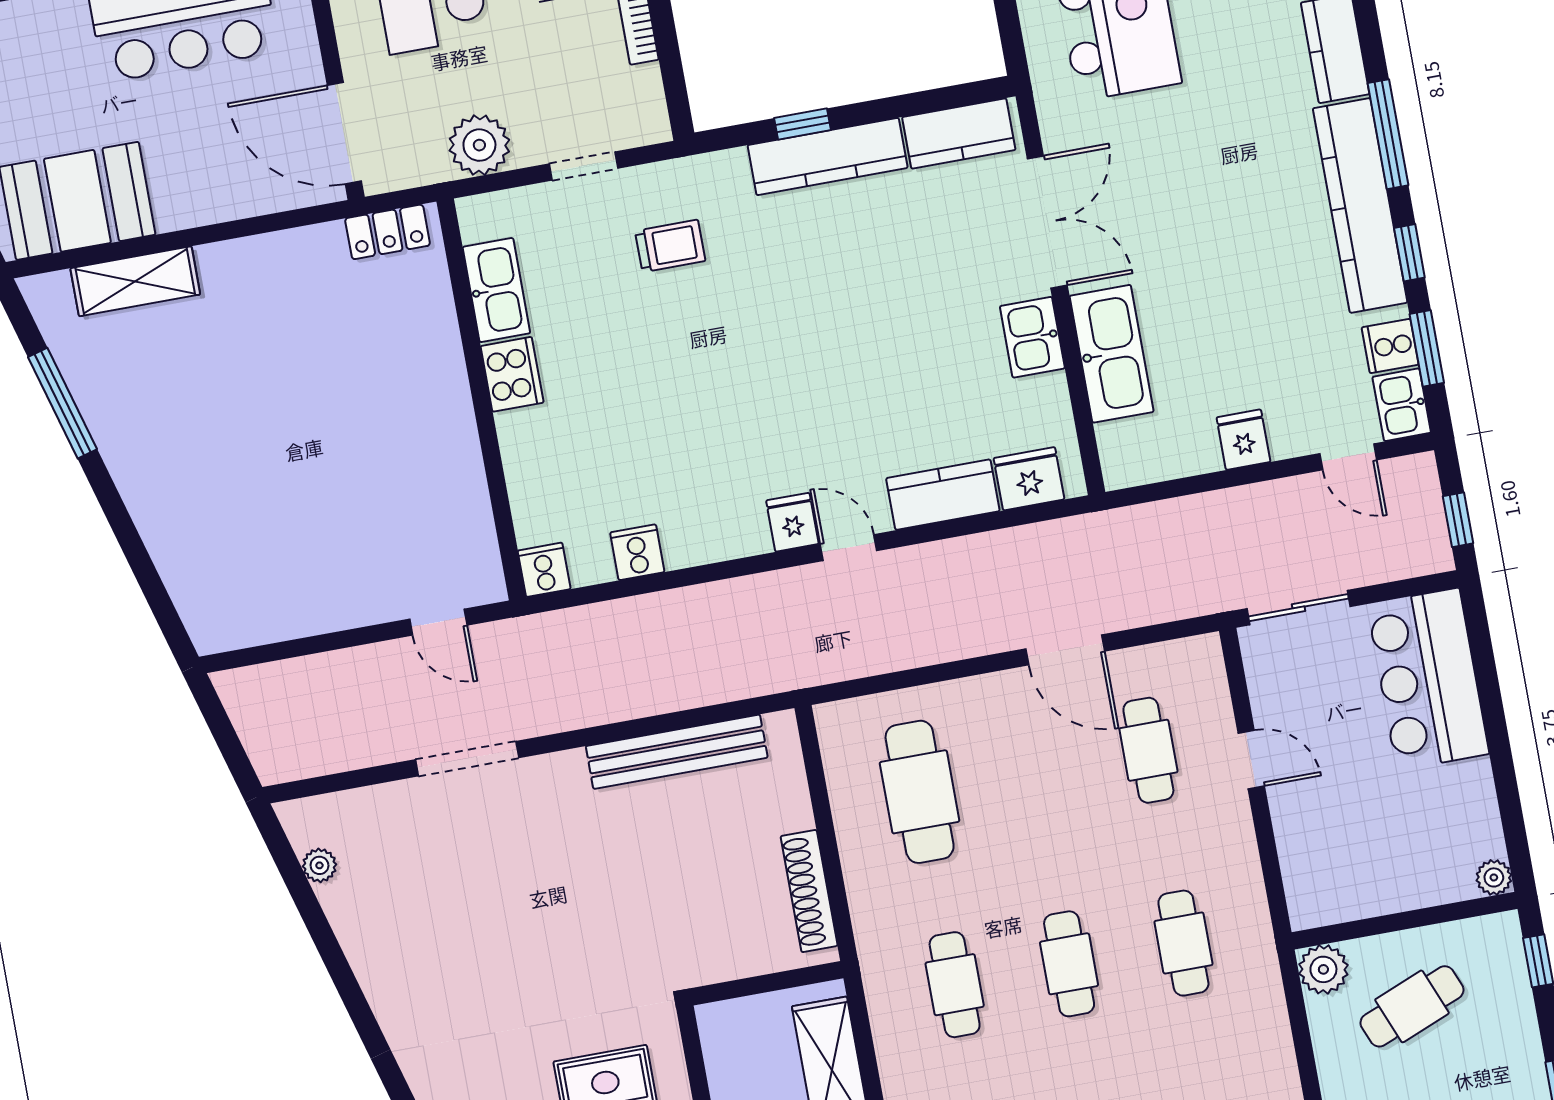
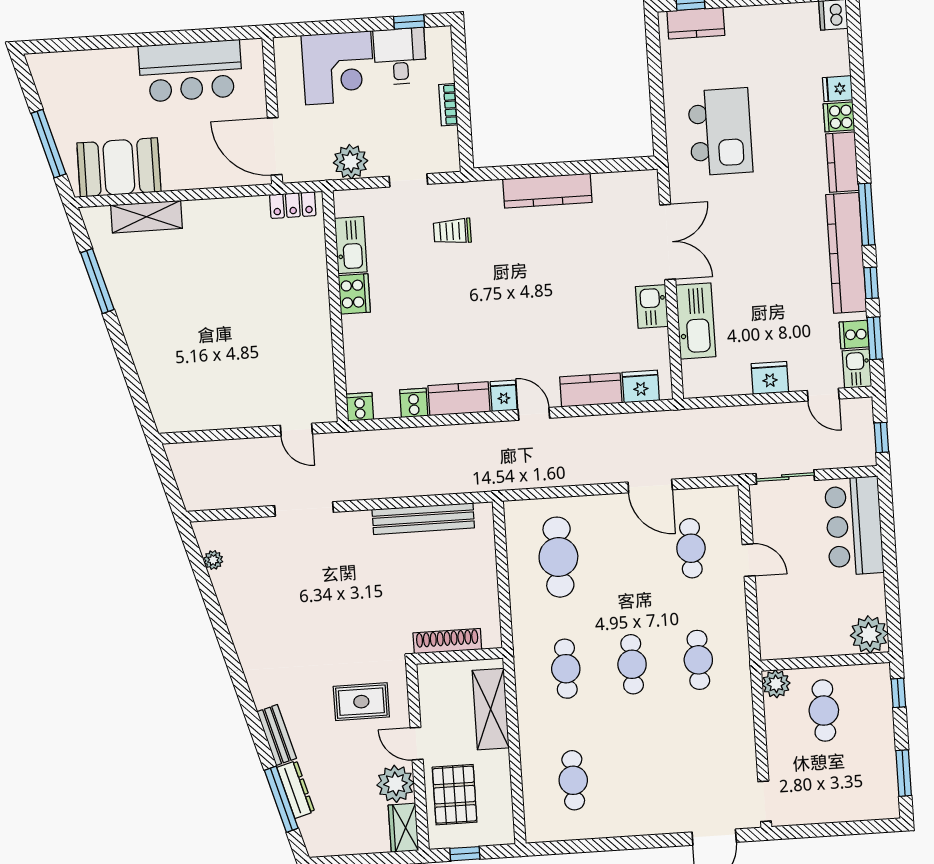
window: (802, 124) -> (535, 171), removed
kitchen counter: (959, 134) -> (459, 399), moved, turned 180
trolley: (670, 246) -> (452, 231), turned 180
fridge: (1243, 440) -> (770, 378), width x1.38
plant: (1494, 877) -> (869, 634), width x1.87, depth x1.87
shoe rack: (809, 891) -> (447, 641), moved, turned 90
cafe table: (1412, 1006) -> (824, 711), turned -68

